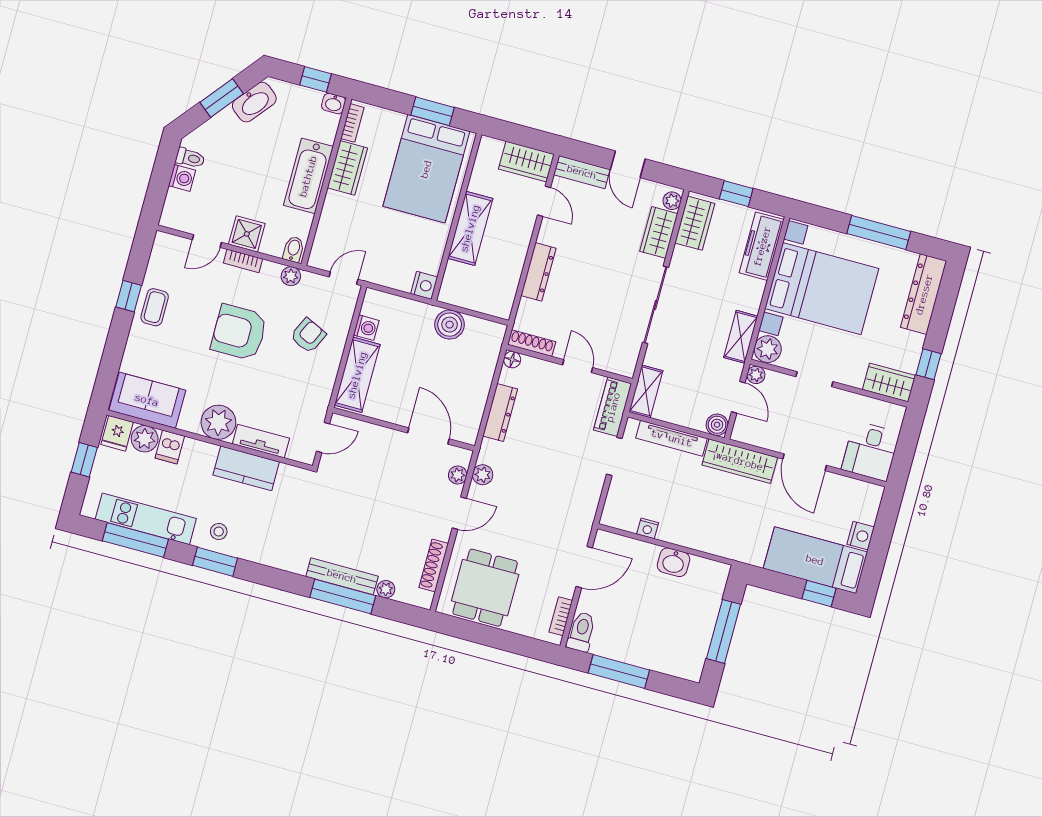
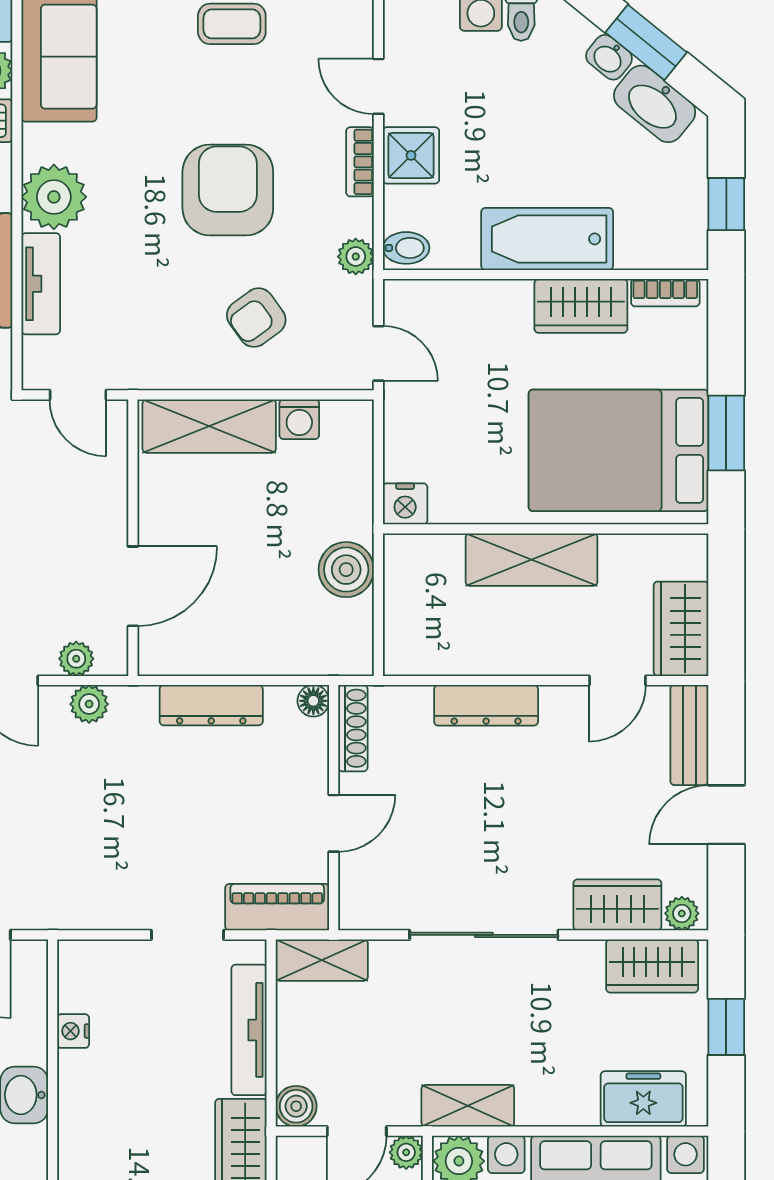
washbasin: (334, 103) -> (609, 57), moved, turned -51
freezer: (762, 246) -> (643, 1099), width x0.71
armchair: (308, 336) -> (256, 318), turned 119

